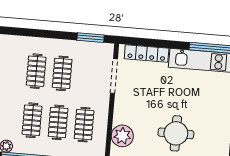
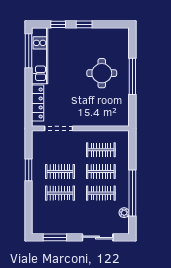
window: (91, 38) -> (29, 170), moved
plant: (122, 136) -> (108, 117), removed

